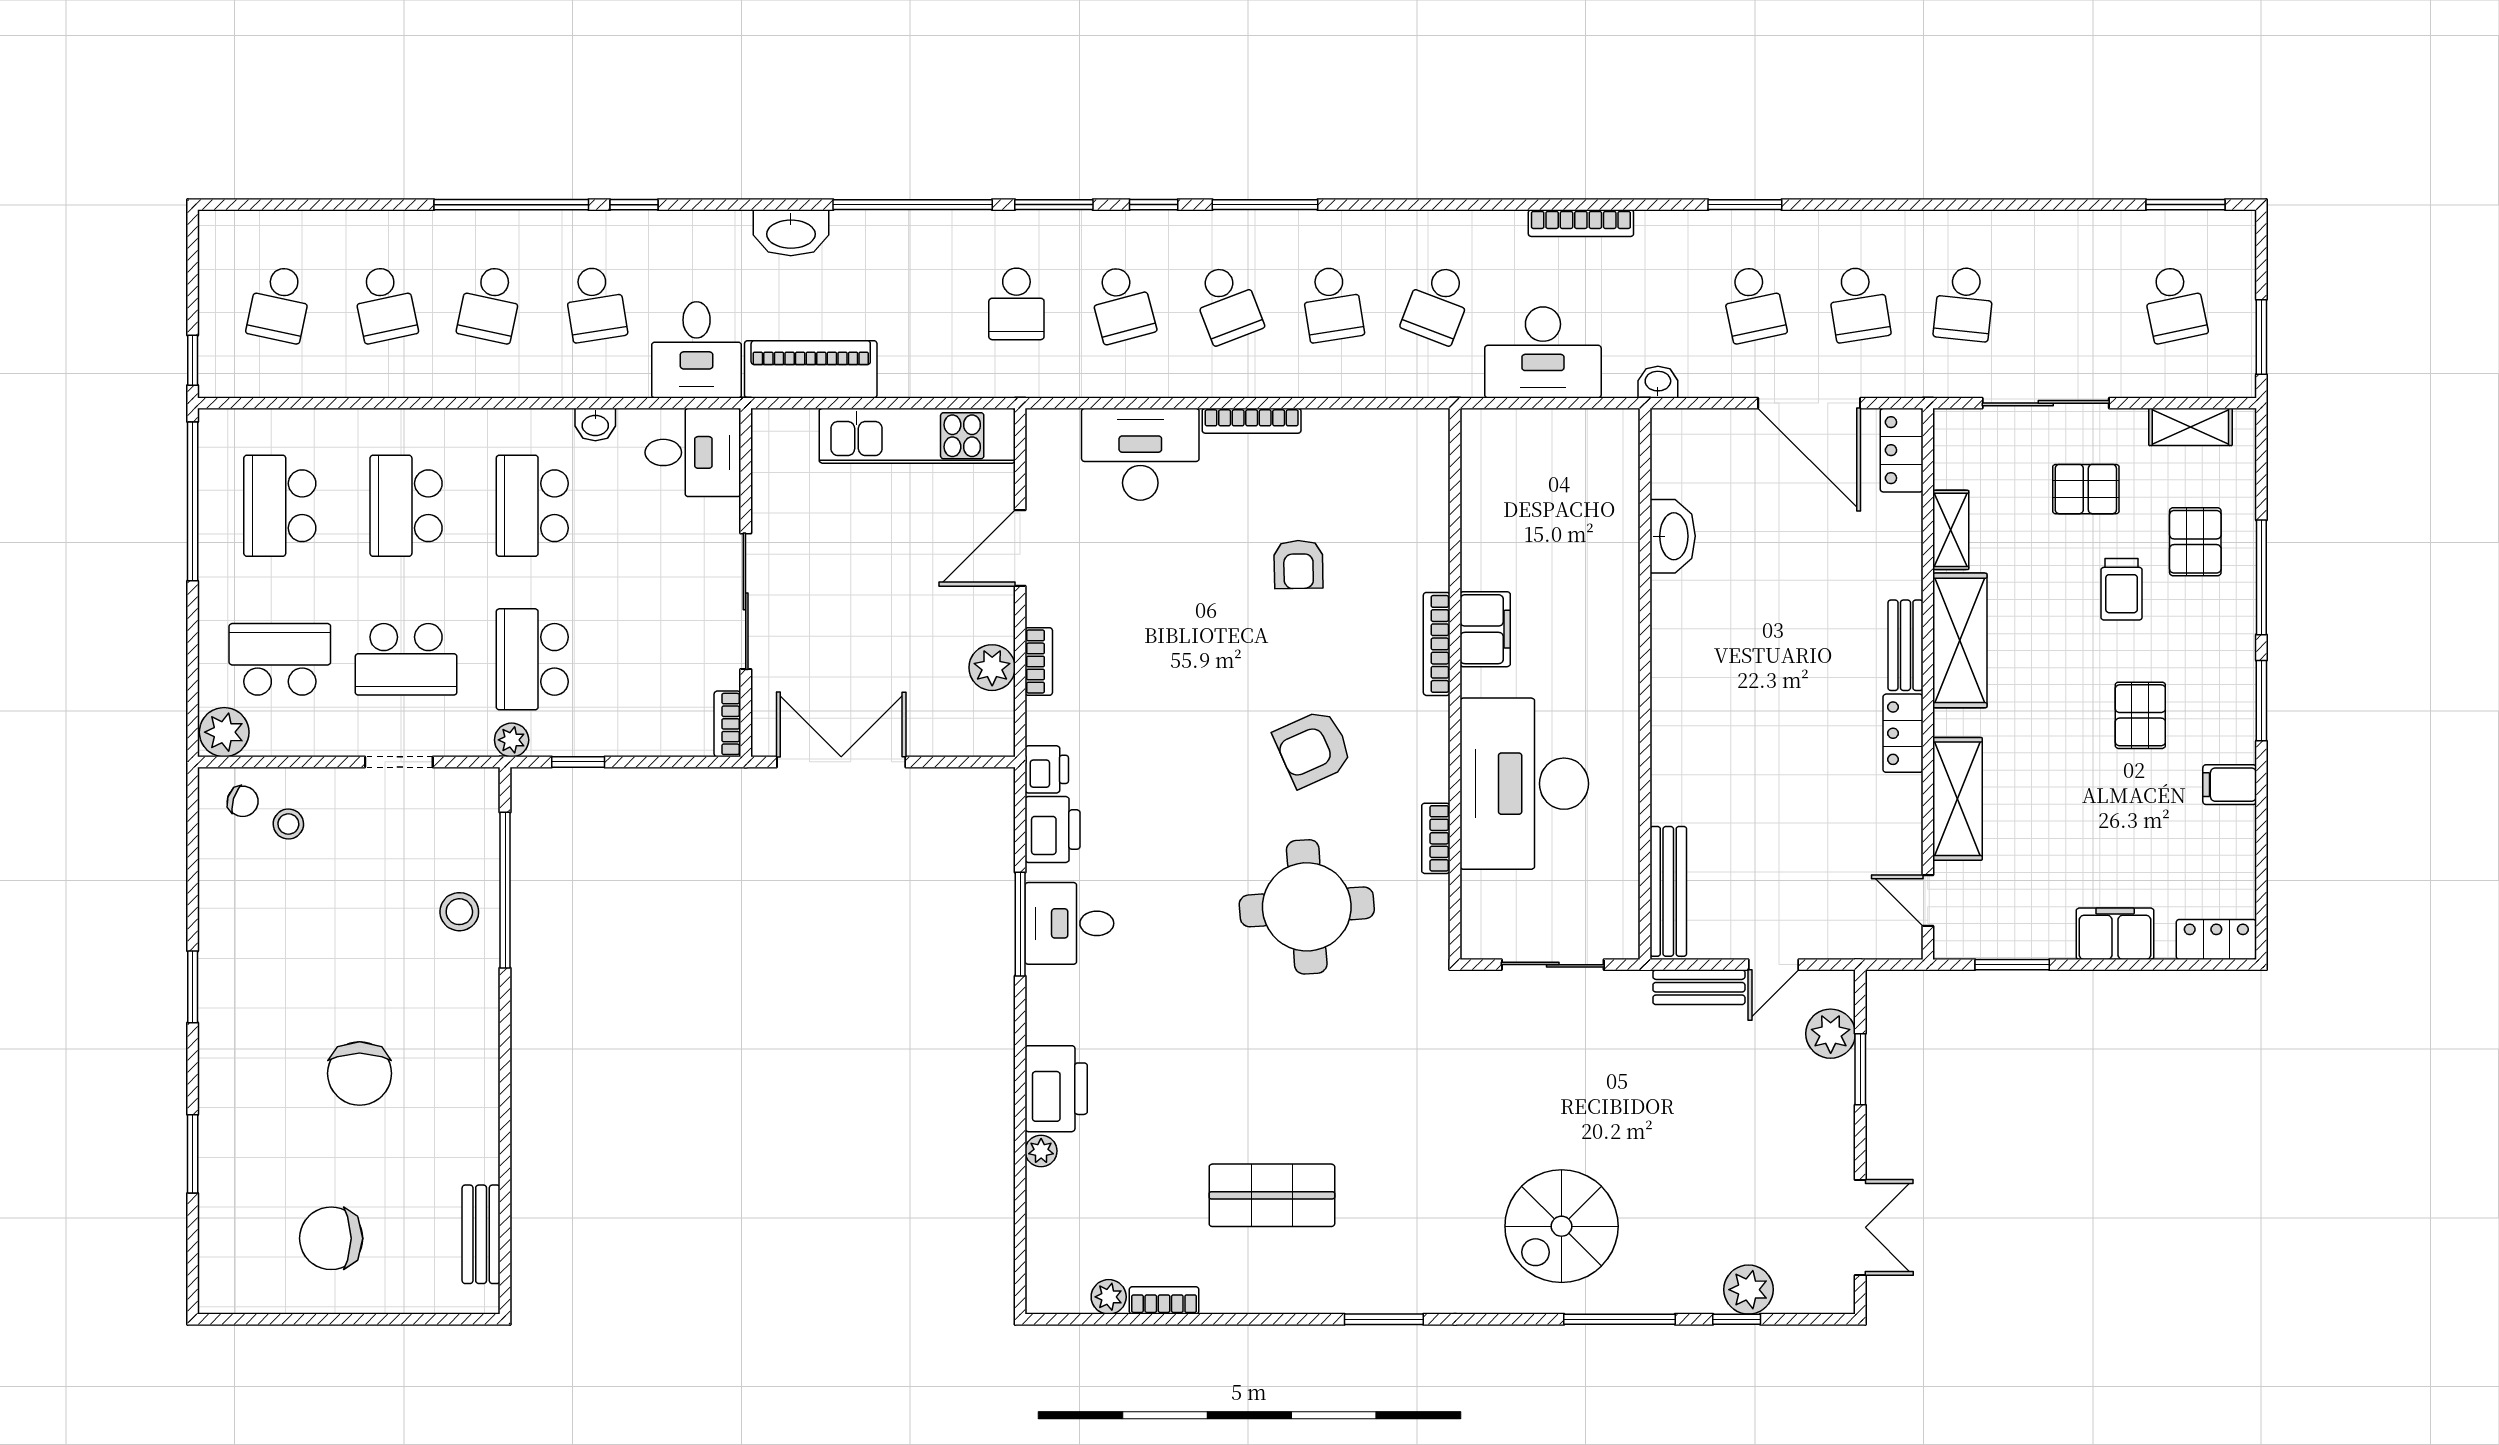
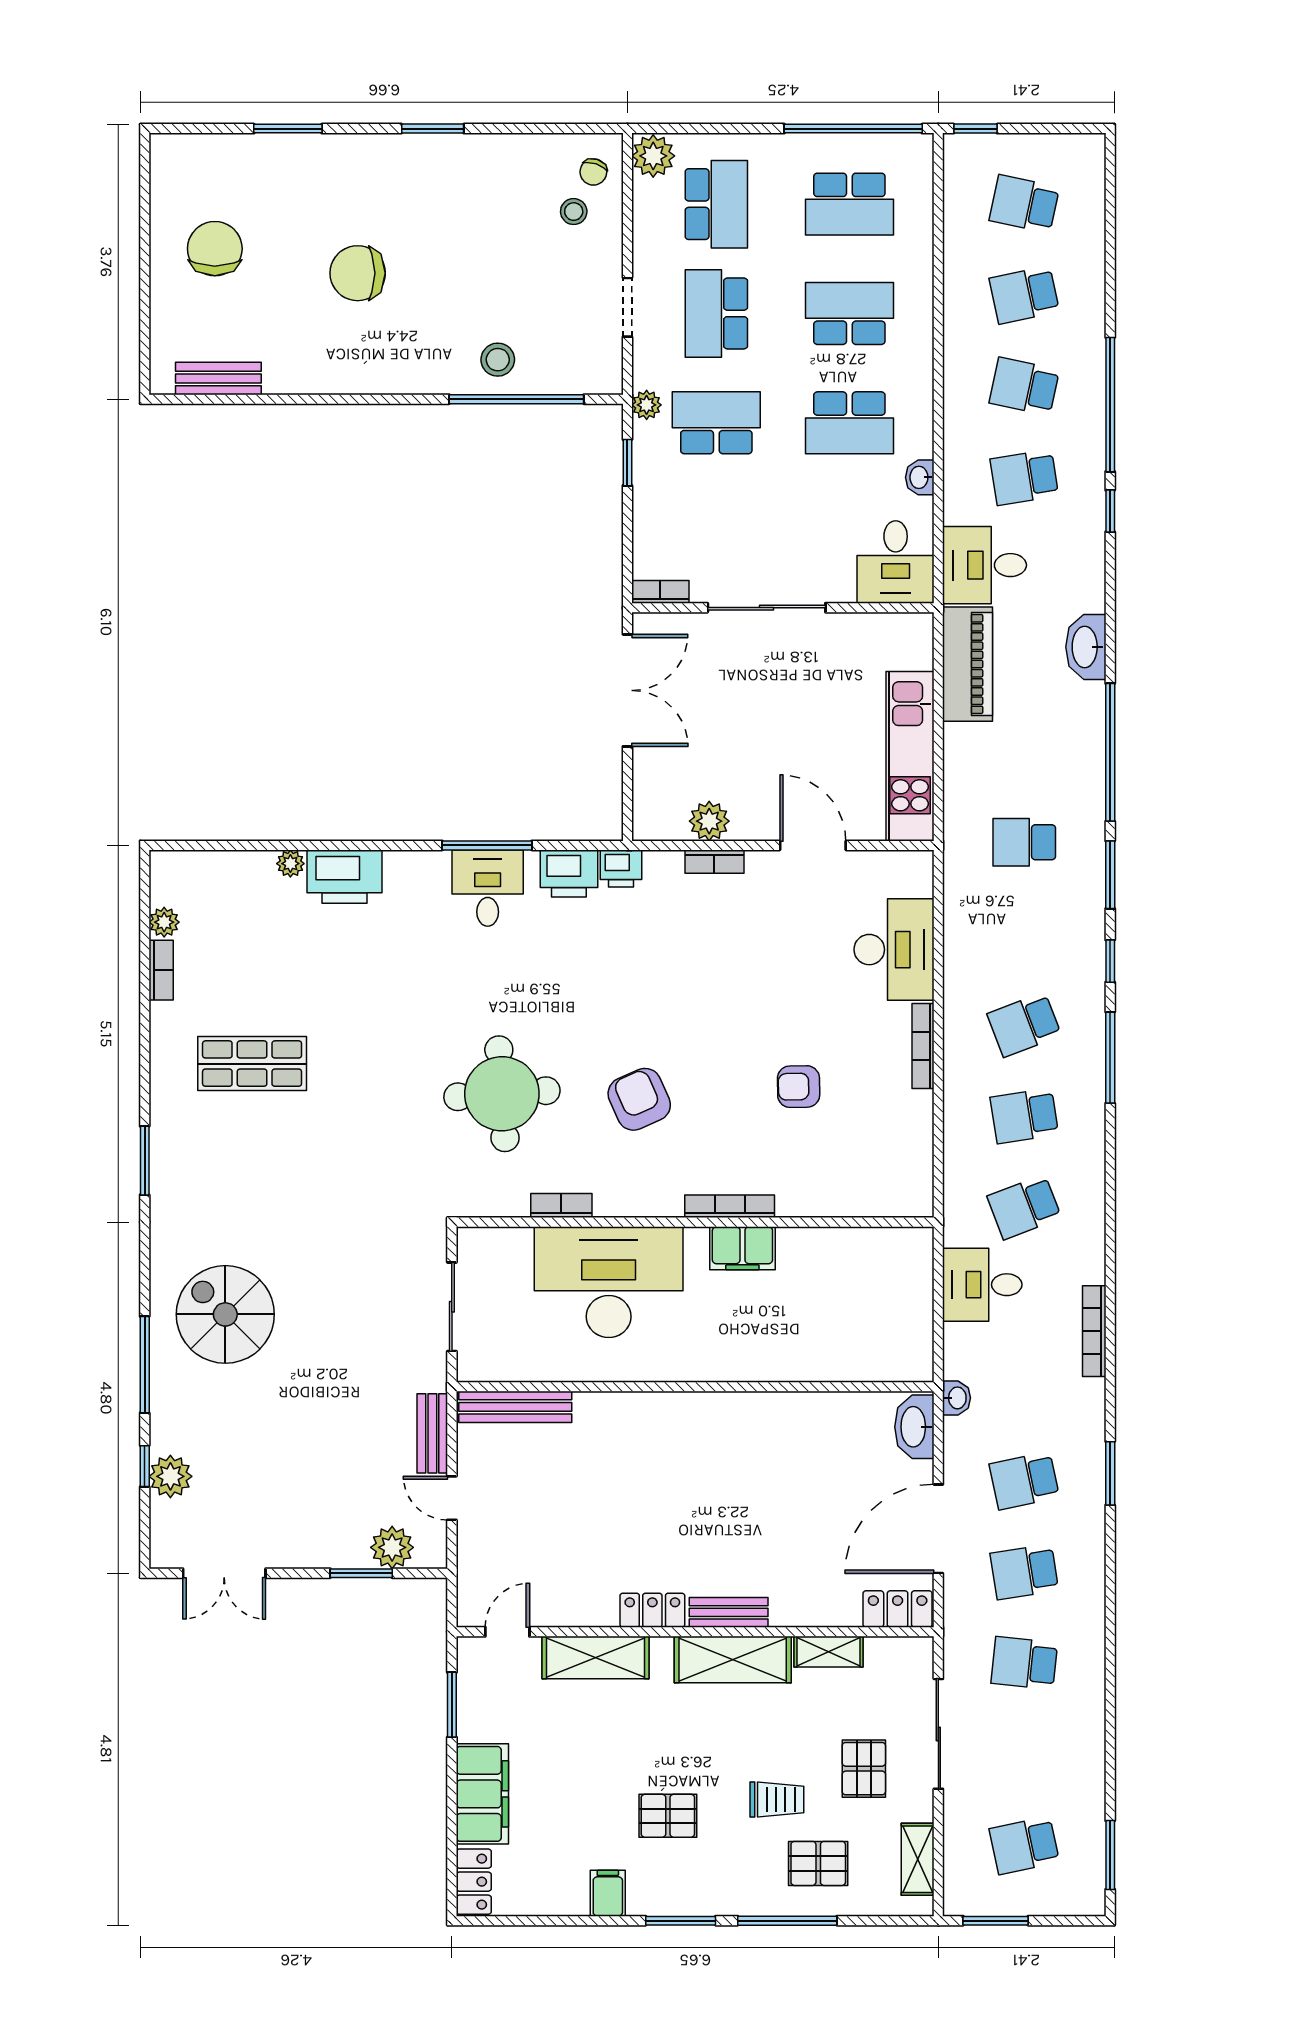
school desk: (1122, 304) -> (1024, 933), removed
school desk: (1438, 304) -> (1024, 1207), turned -42
desk: (1543, 352) -> (982, 1285), width x0.73
school desk: (280, 506) -> (849, 204), turned 180
school desk: (532, 506) -> (849, 423), turned 180
washbasin: (1673, 536) -> (914, 1427), moved, turned 90
trolley: (2122, 589) -> (777, 1800), turned 180
filing cabinet: (2115, 934) -> (482, 1794), width x1.50, depth x1.17
shop shelf: (1272, 1195) -> (252, 1064), turned 90

